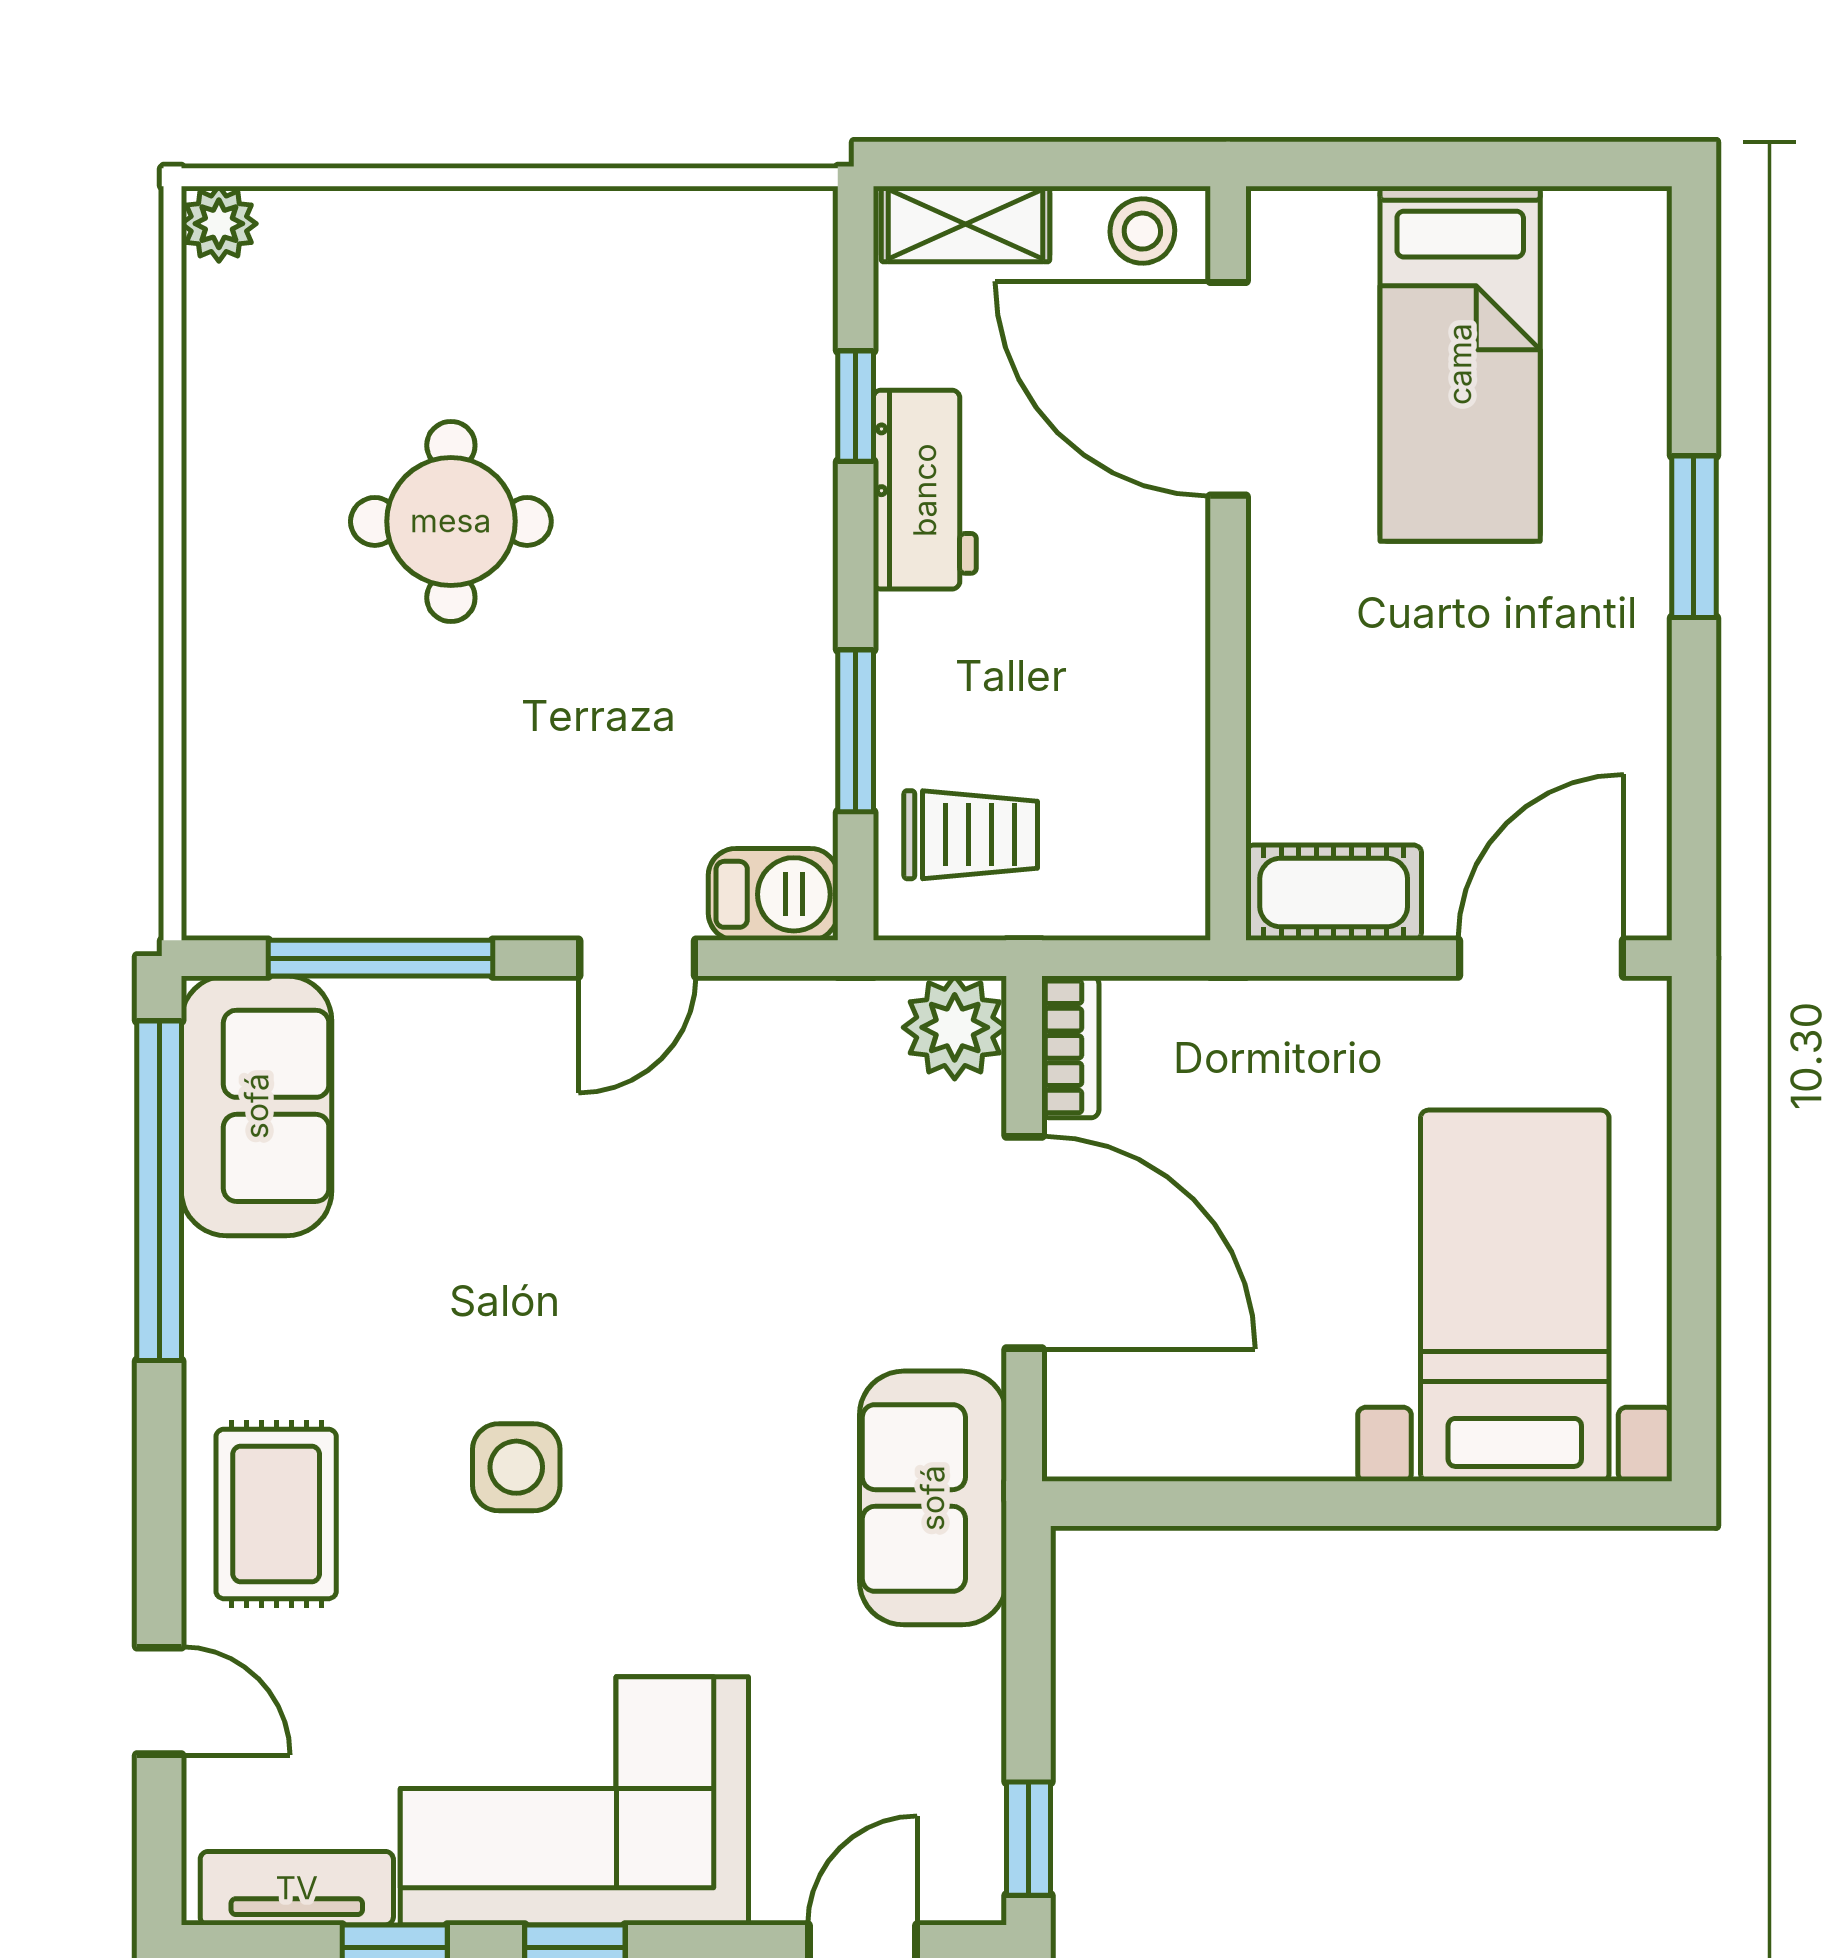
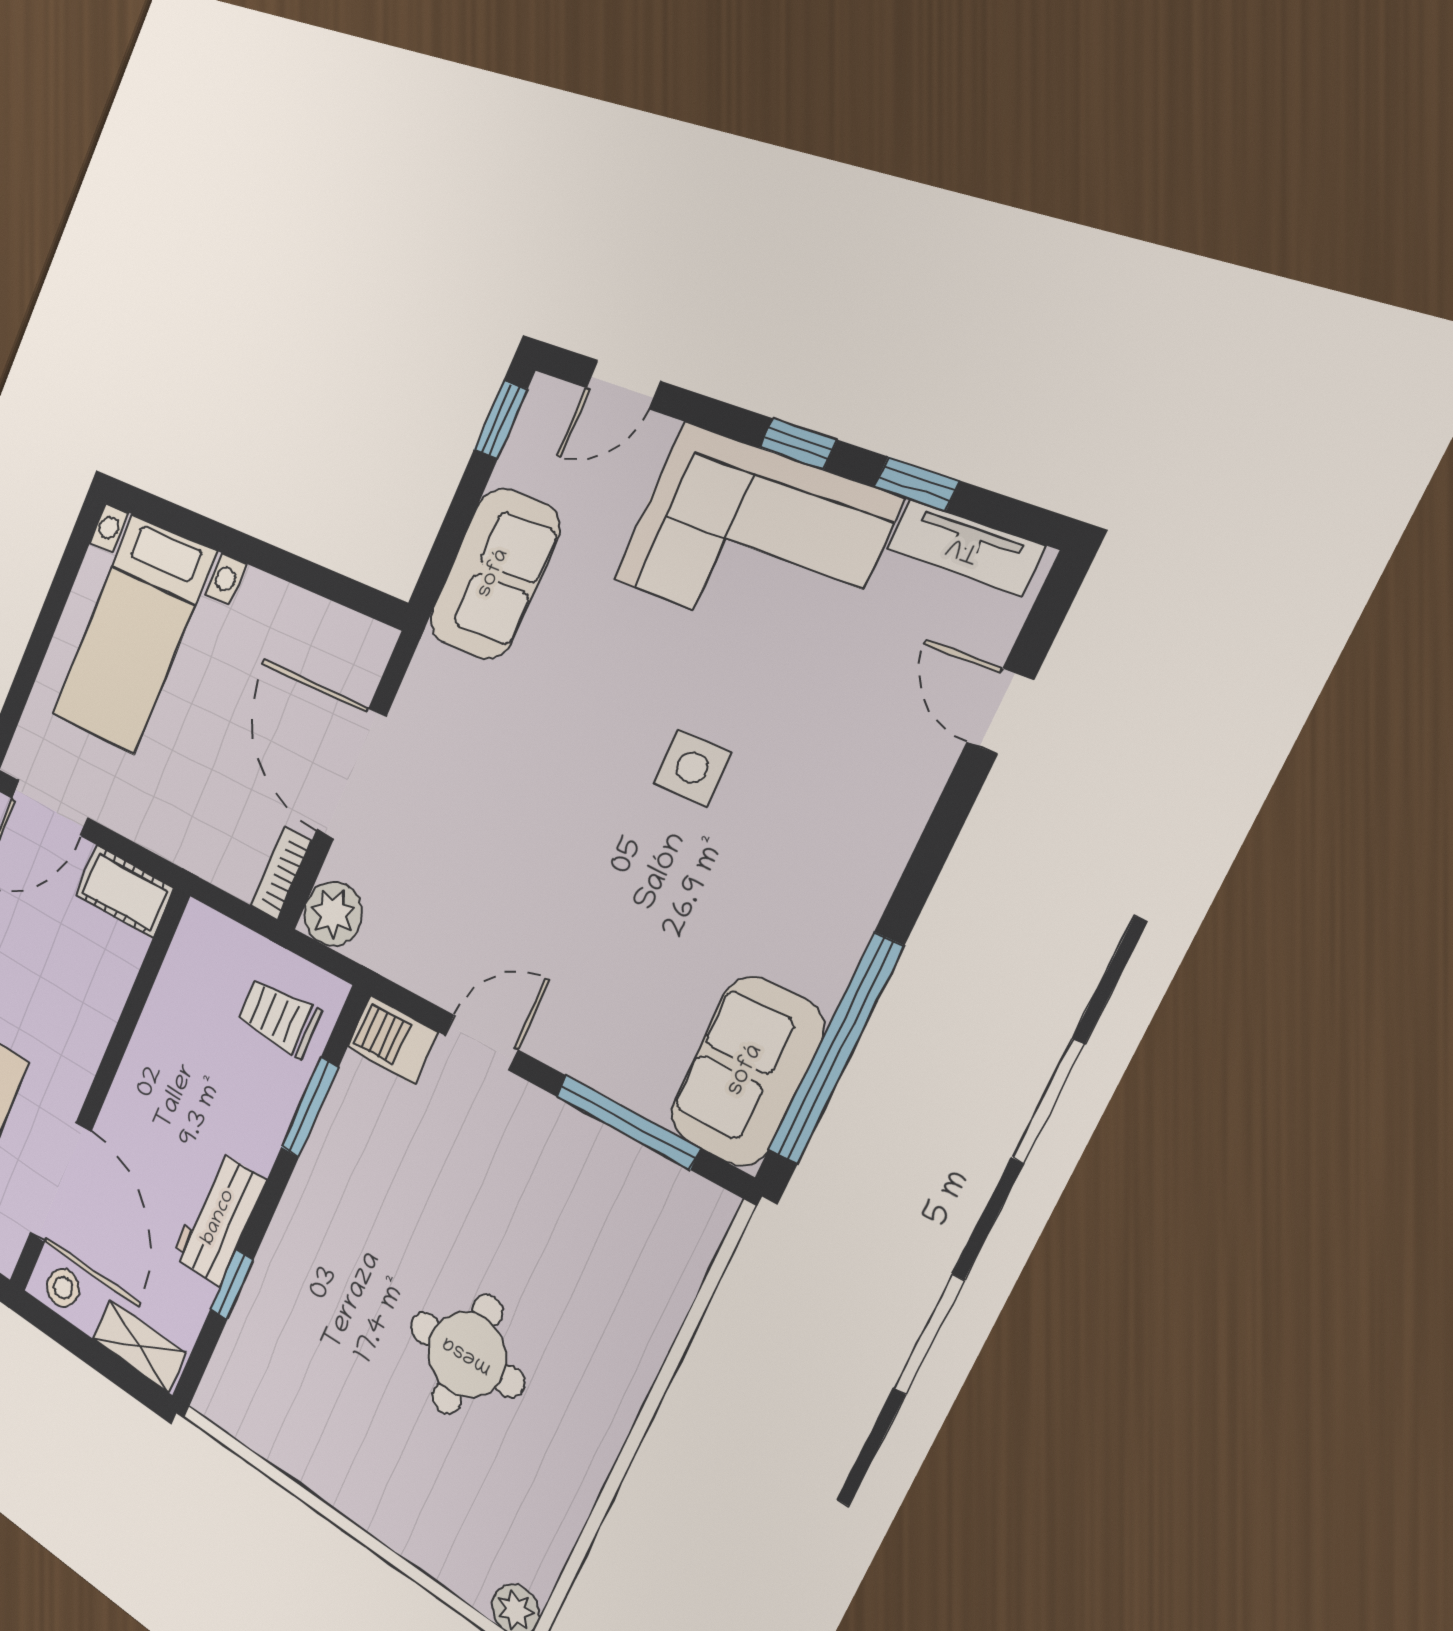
sofa: (933, 1498) -> (494, 574), moved
rug: (276, 1514) -> (859, 803), removed

